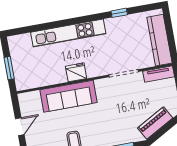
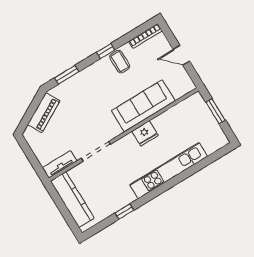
door: (20, 127) -> (181, 55), hinge flipped

